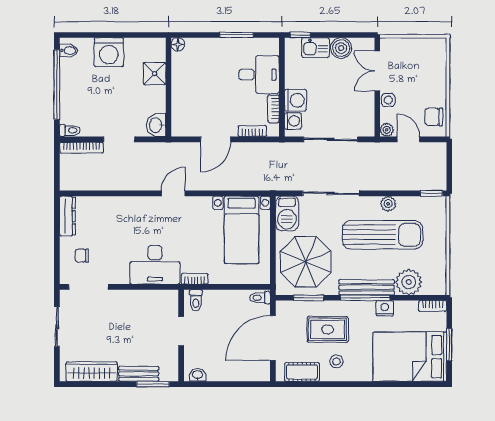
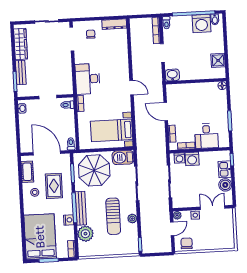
washing machine: (109, 52) -> (202, 24), moved, turned -90
shower: (155, 74) -> (218, 60), moved
sun lounger: (383, 235) -> (113, 216), width x0.73, depth x0.75

